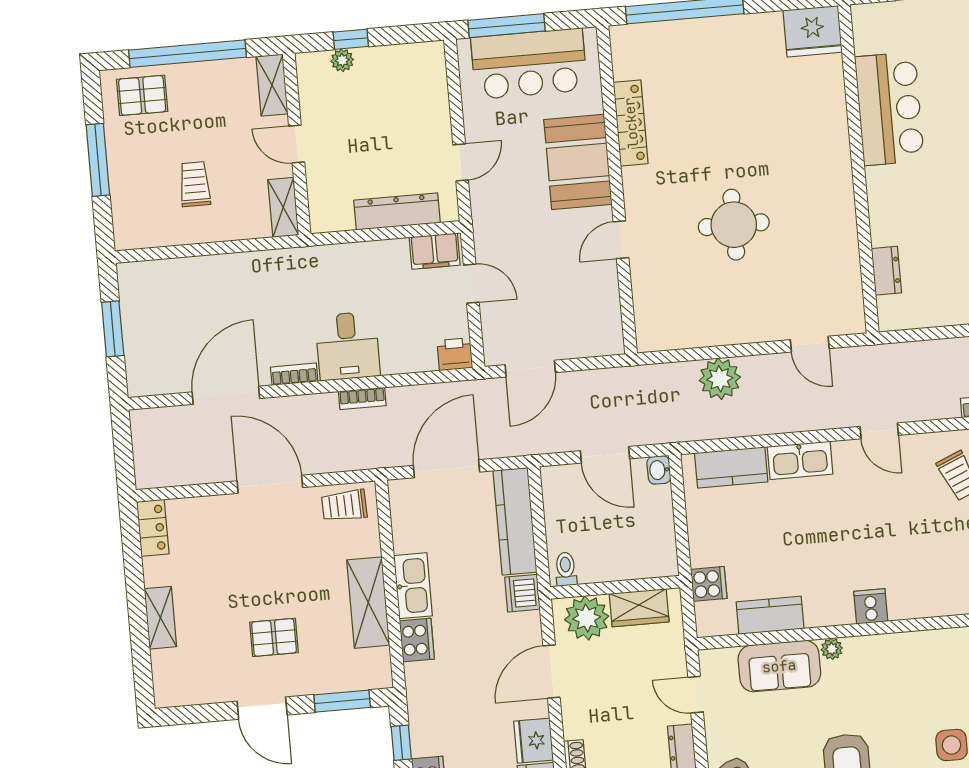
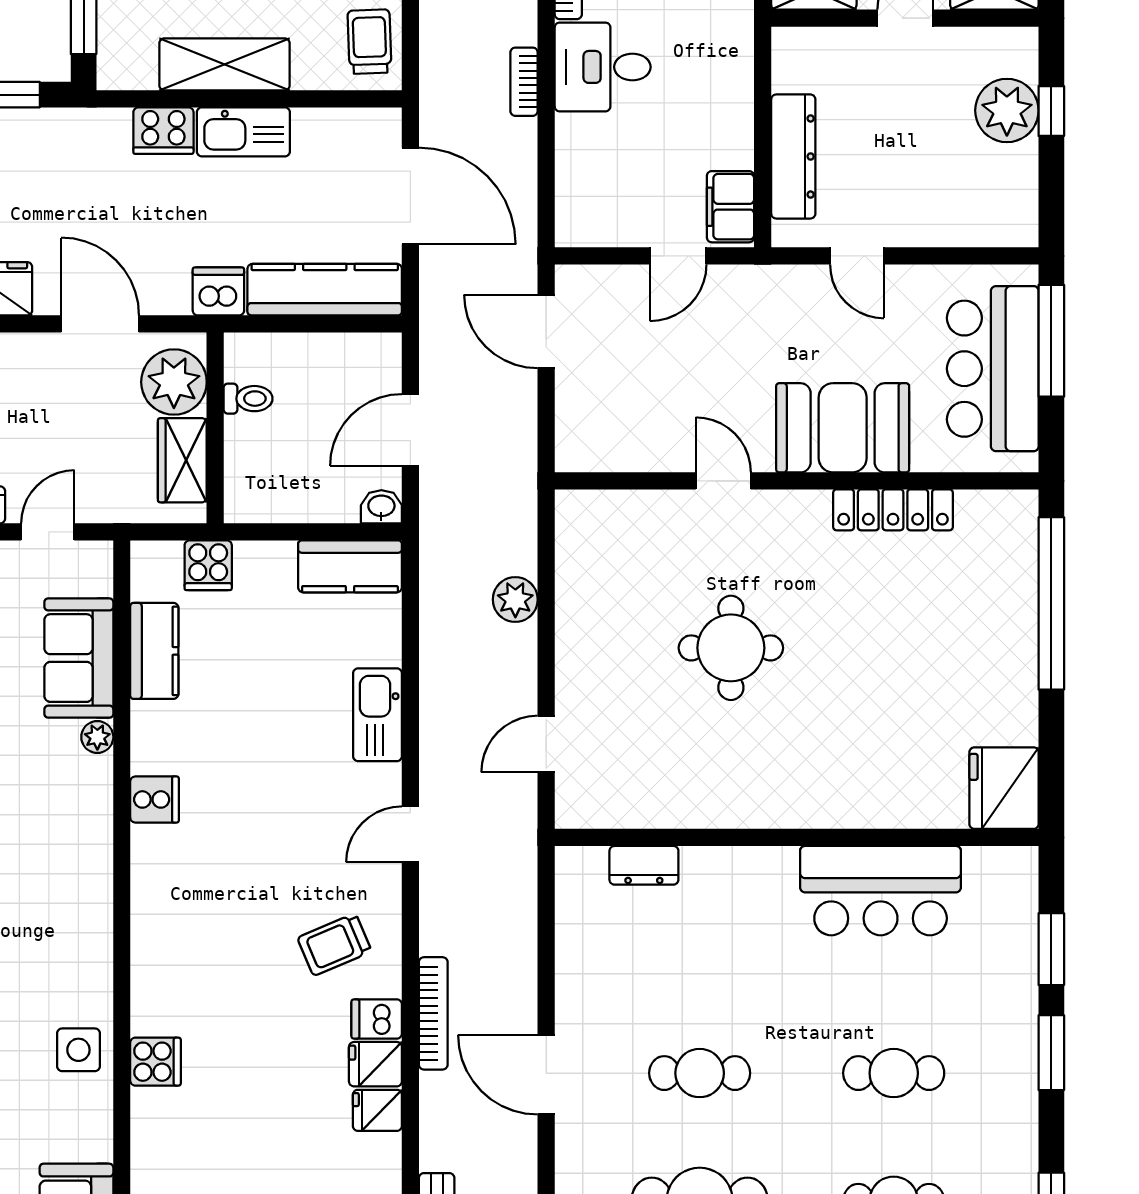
plant: (342, 60) -> (1007, 110), width x1.88, depth x1.88
printer: (455, 354) -> (577, 223), removed
plant: (720, 379) -> (515, 599), width x0.73, depth x0.73
kitchen counter: (731, 467) -> (350, 566), moved, turned -90
toilet: (566, 569) -> (248, 399), moved

